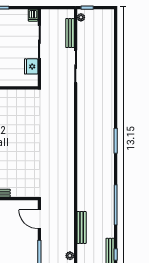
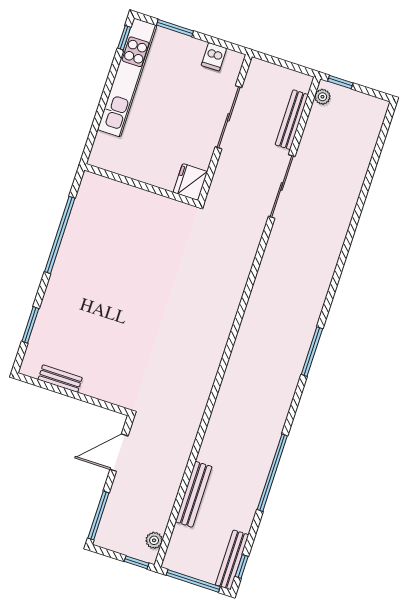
dishwasher: (33, 15) -> (214, 57), moved
fridge: (31, 66) -> (190, 182), moved
door: (39, 219) -> (119, 453), hinge flipped

